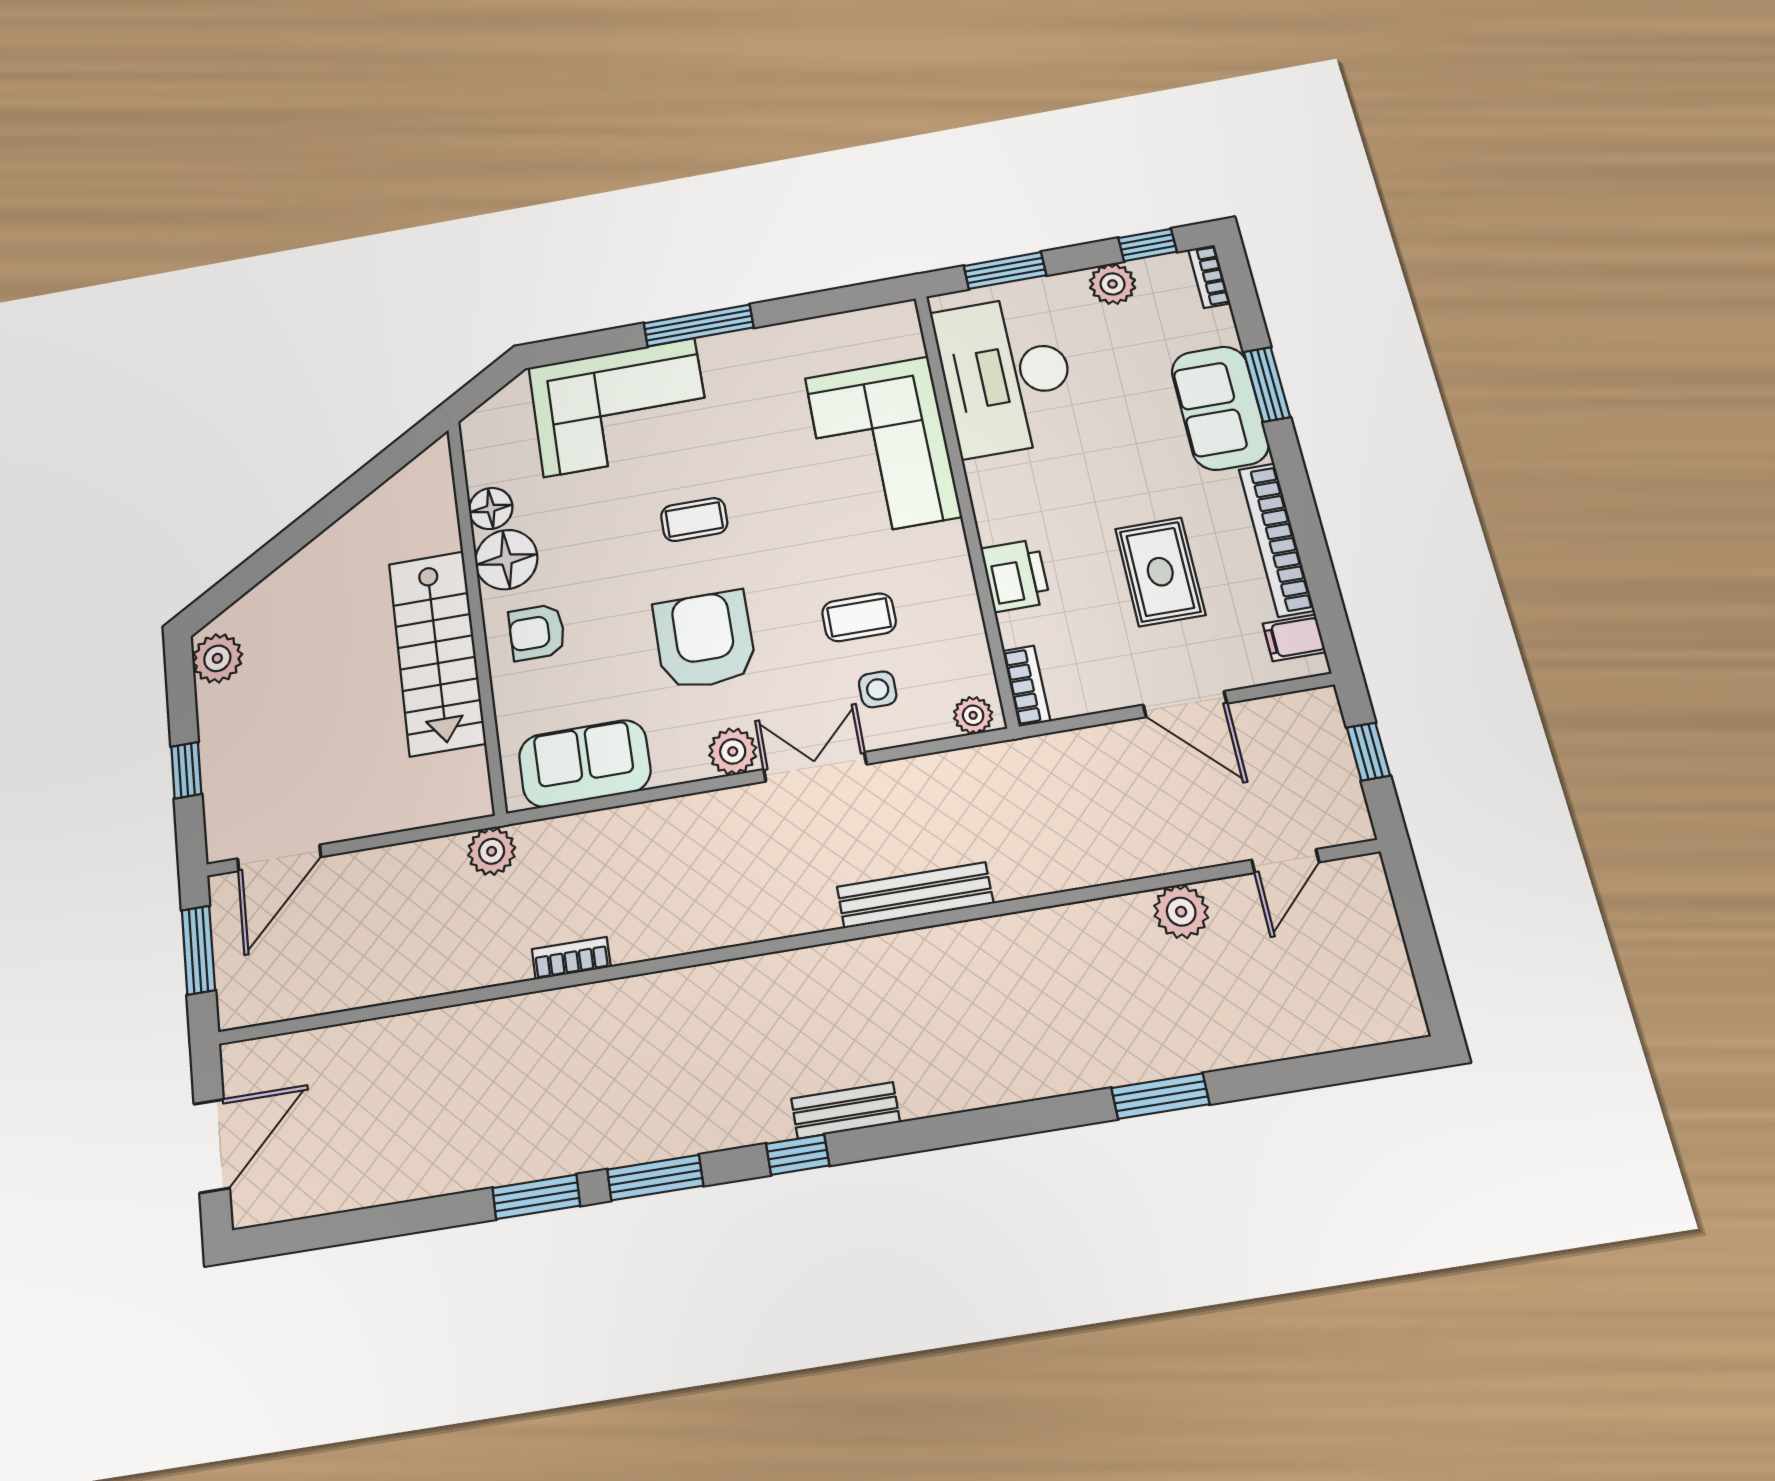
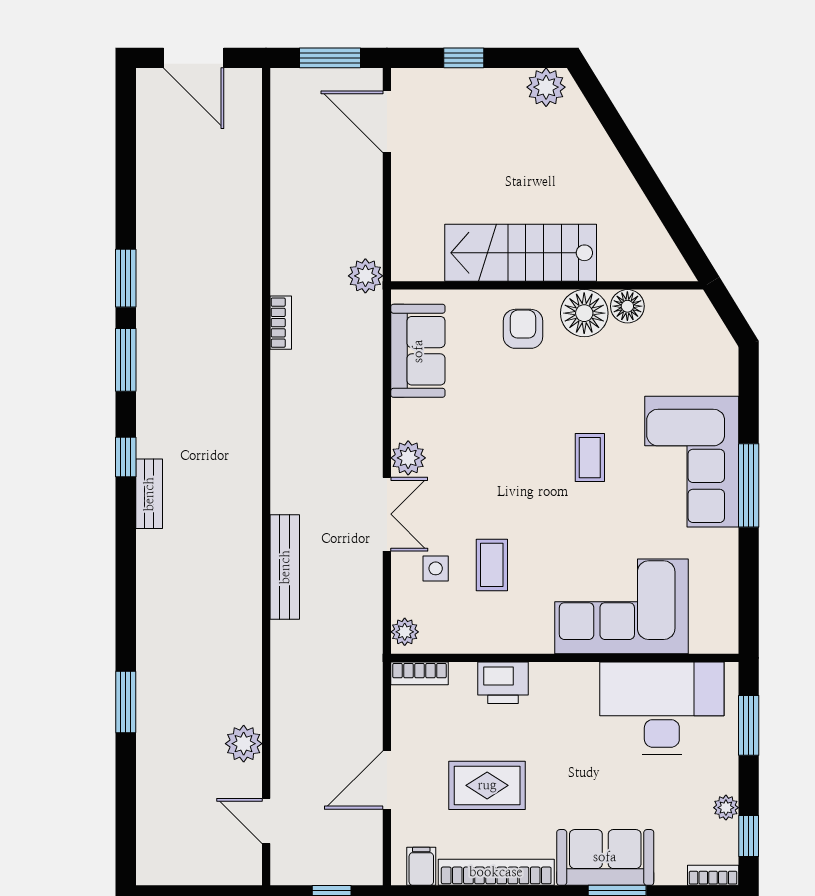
plant: (1113, 284) -> (726, 808), width x0.73, depth x0.73
corner sofa: (620, 407) -> (692, 462), moved
armchair: (705, 640) -> (495, 451), removed

